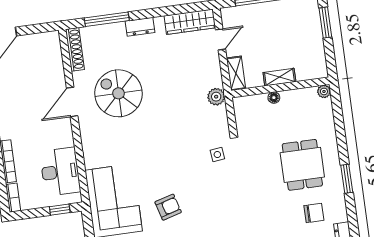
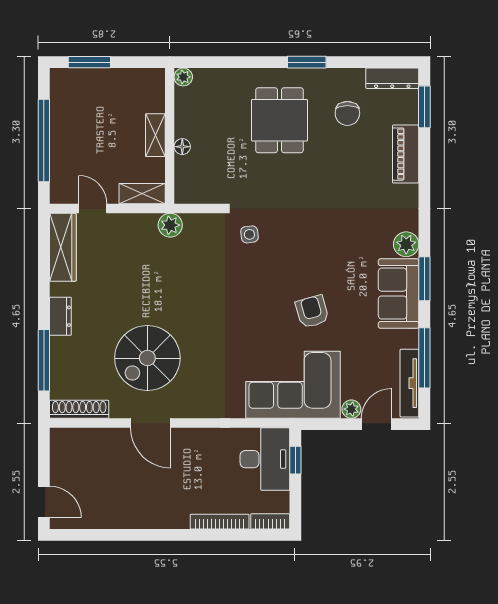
dining table: (302, 165) -> (280, 120), turned 90
desk: (60, 172) -> (265, 459), moved, turned 90
chair: (314, 213) -> (347, 113), turned 180

